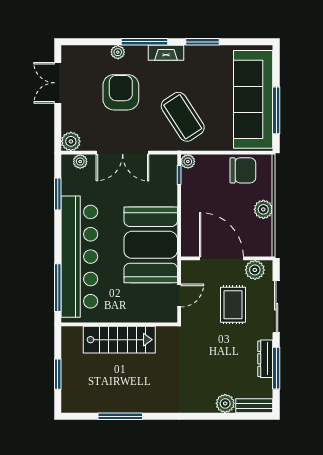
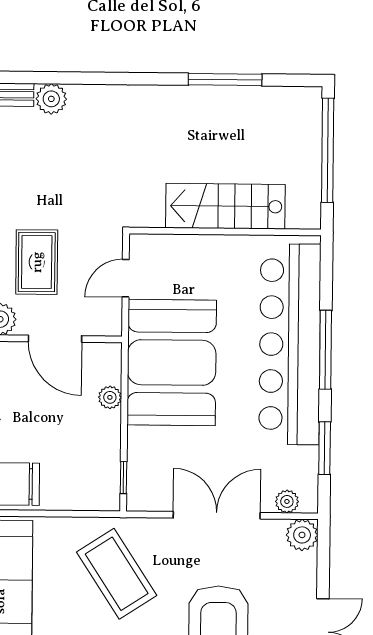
plant: (188, 161) -> (110, 397), moved
door: (221, 258) -> (55, 339), width x0.73
window: (58, 288) -> (326, 350), moved
window: (58, 374) -> (328, 150), width x2.11

